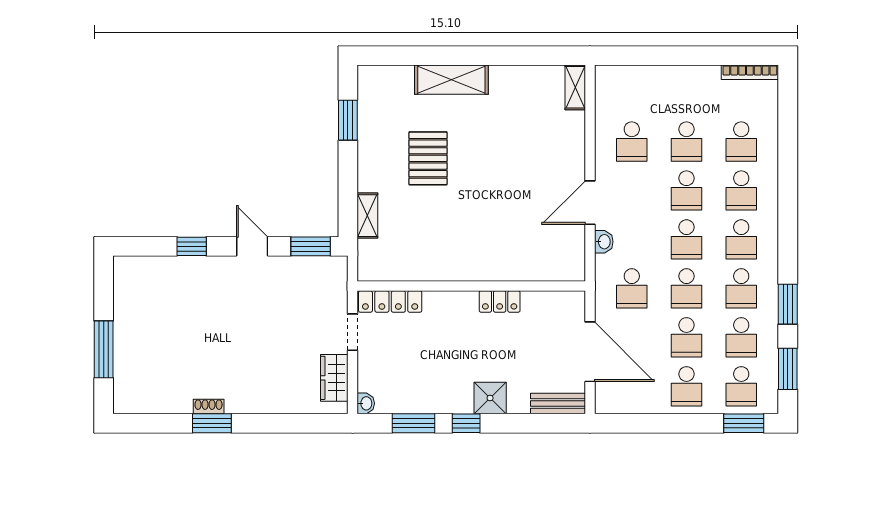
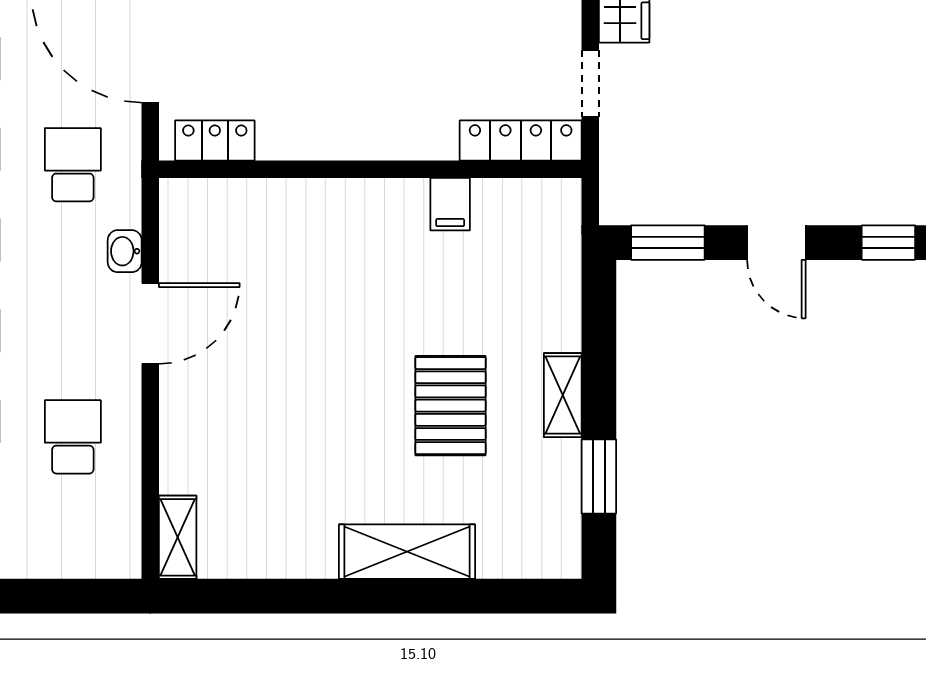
shelving: (367, 216) -> (563, 395), moved
filing cabinet: (428, 267) -> (450, 204), added
locker: (500, 301) -> (215, 141), moved

